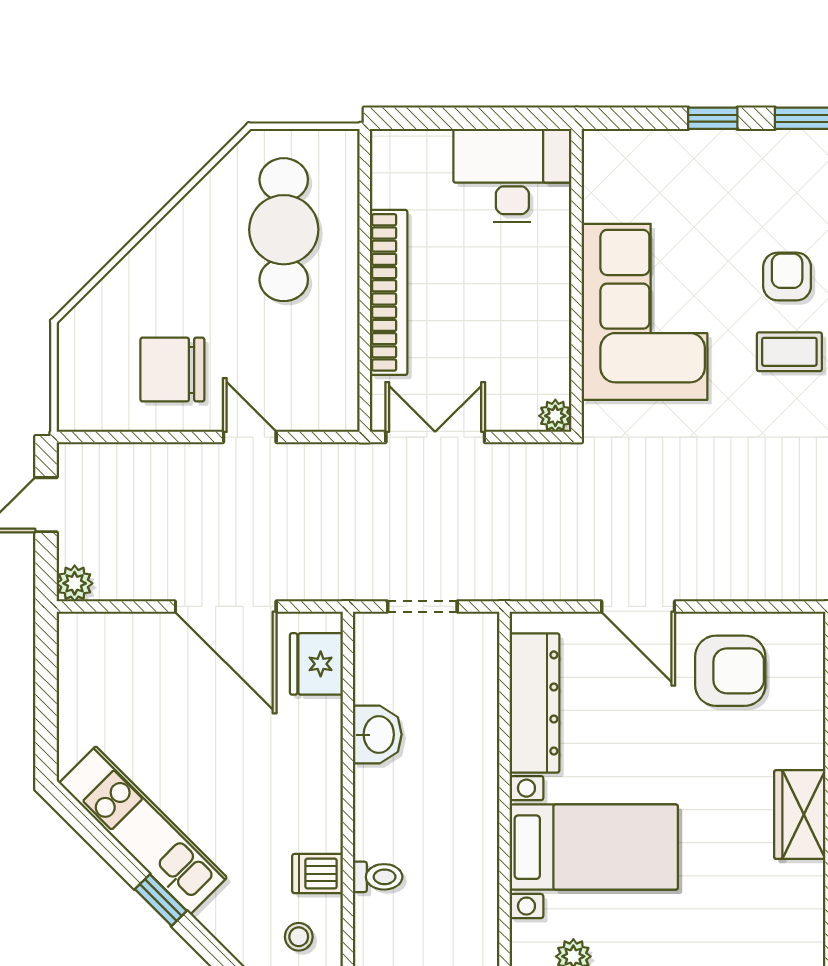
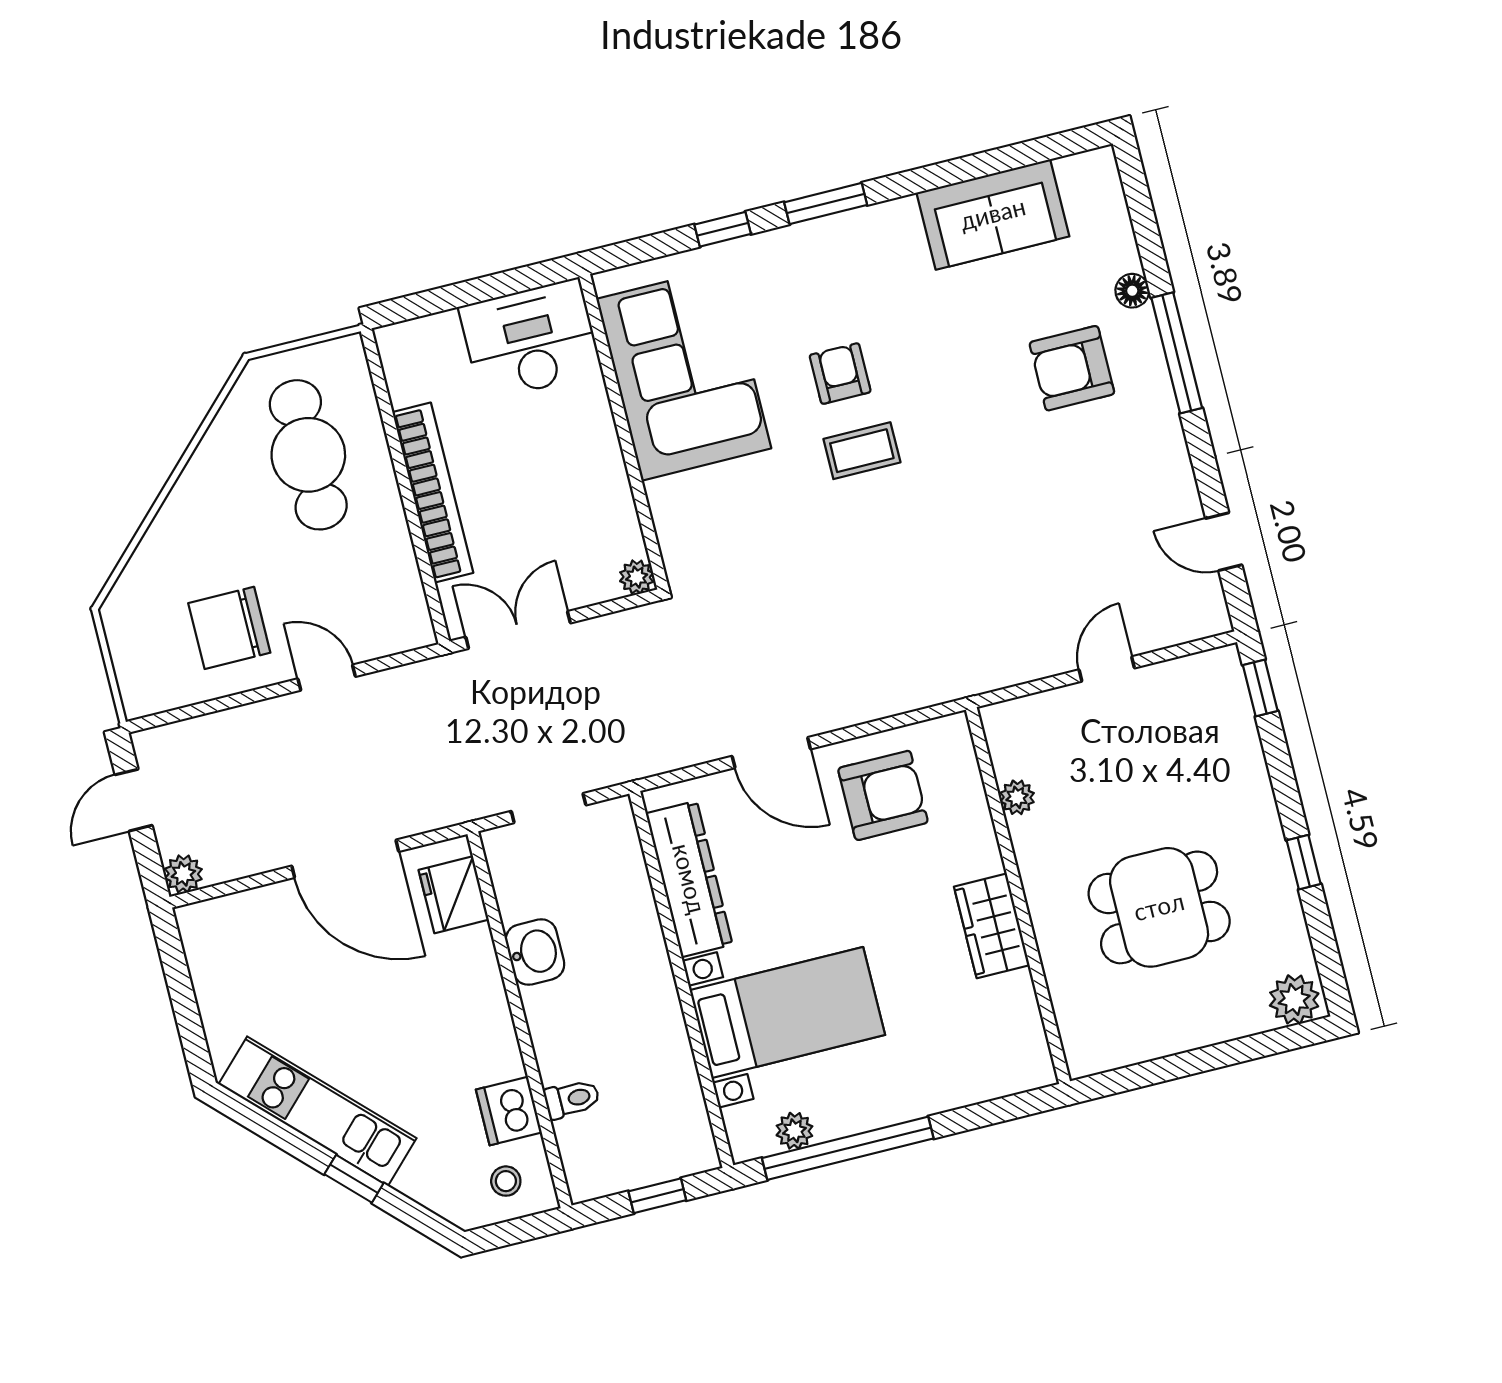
corner sofa: (644, 312) -> (684, 374), moved
dishwasher: (317, 874) -> (509, 1111), width x1.38

